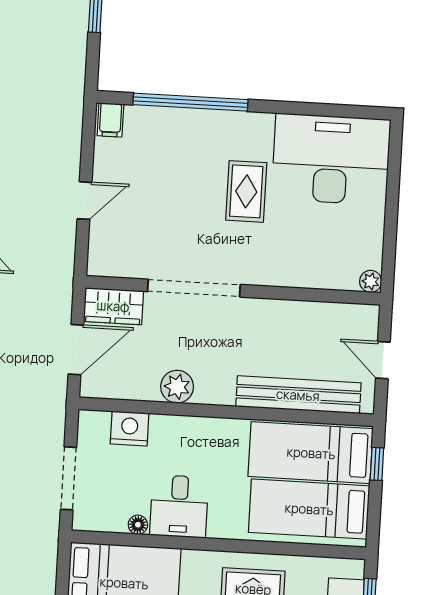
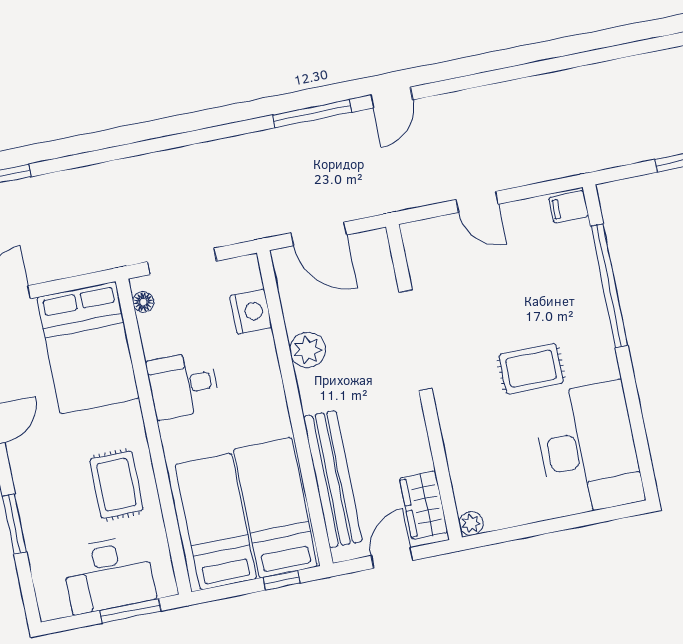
wardrobe: (113, 306) -> (424, 505), moved
floor lamp: (138, 525) -> (143, 302), moved

